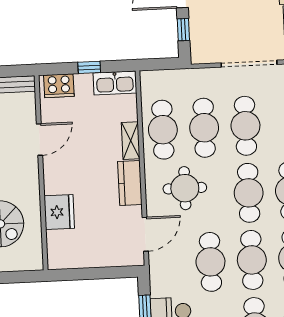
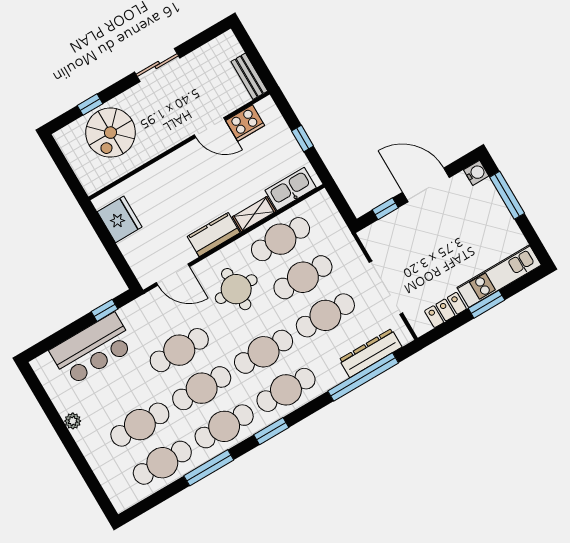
kitchen sink: (115, 83) -> (291, 189), moved, turned 90
cooker: (59, 86) -> (245, 123), moved, turned -90
fridge: (59, 212) -> (120, 219), moved, turned -90

